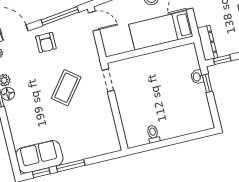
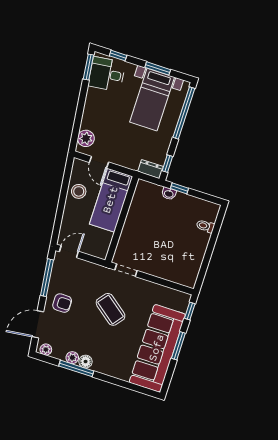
dresser: (207, 43) -> (150, 169), width x0.70
toilet: (153, 134) -> (205, 226), moved
sofa: (39, 157) -> (157, 348), width x1.85, depth x1.27
window: (41, 173) -> (190, 311), moved

